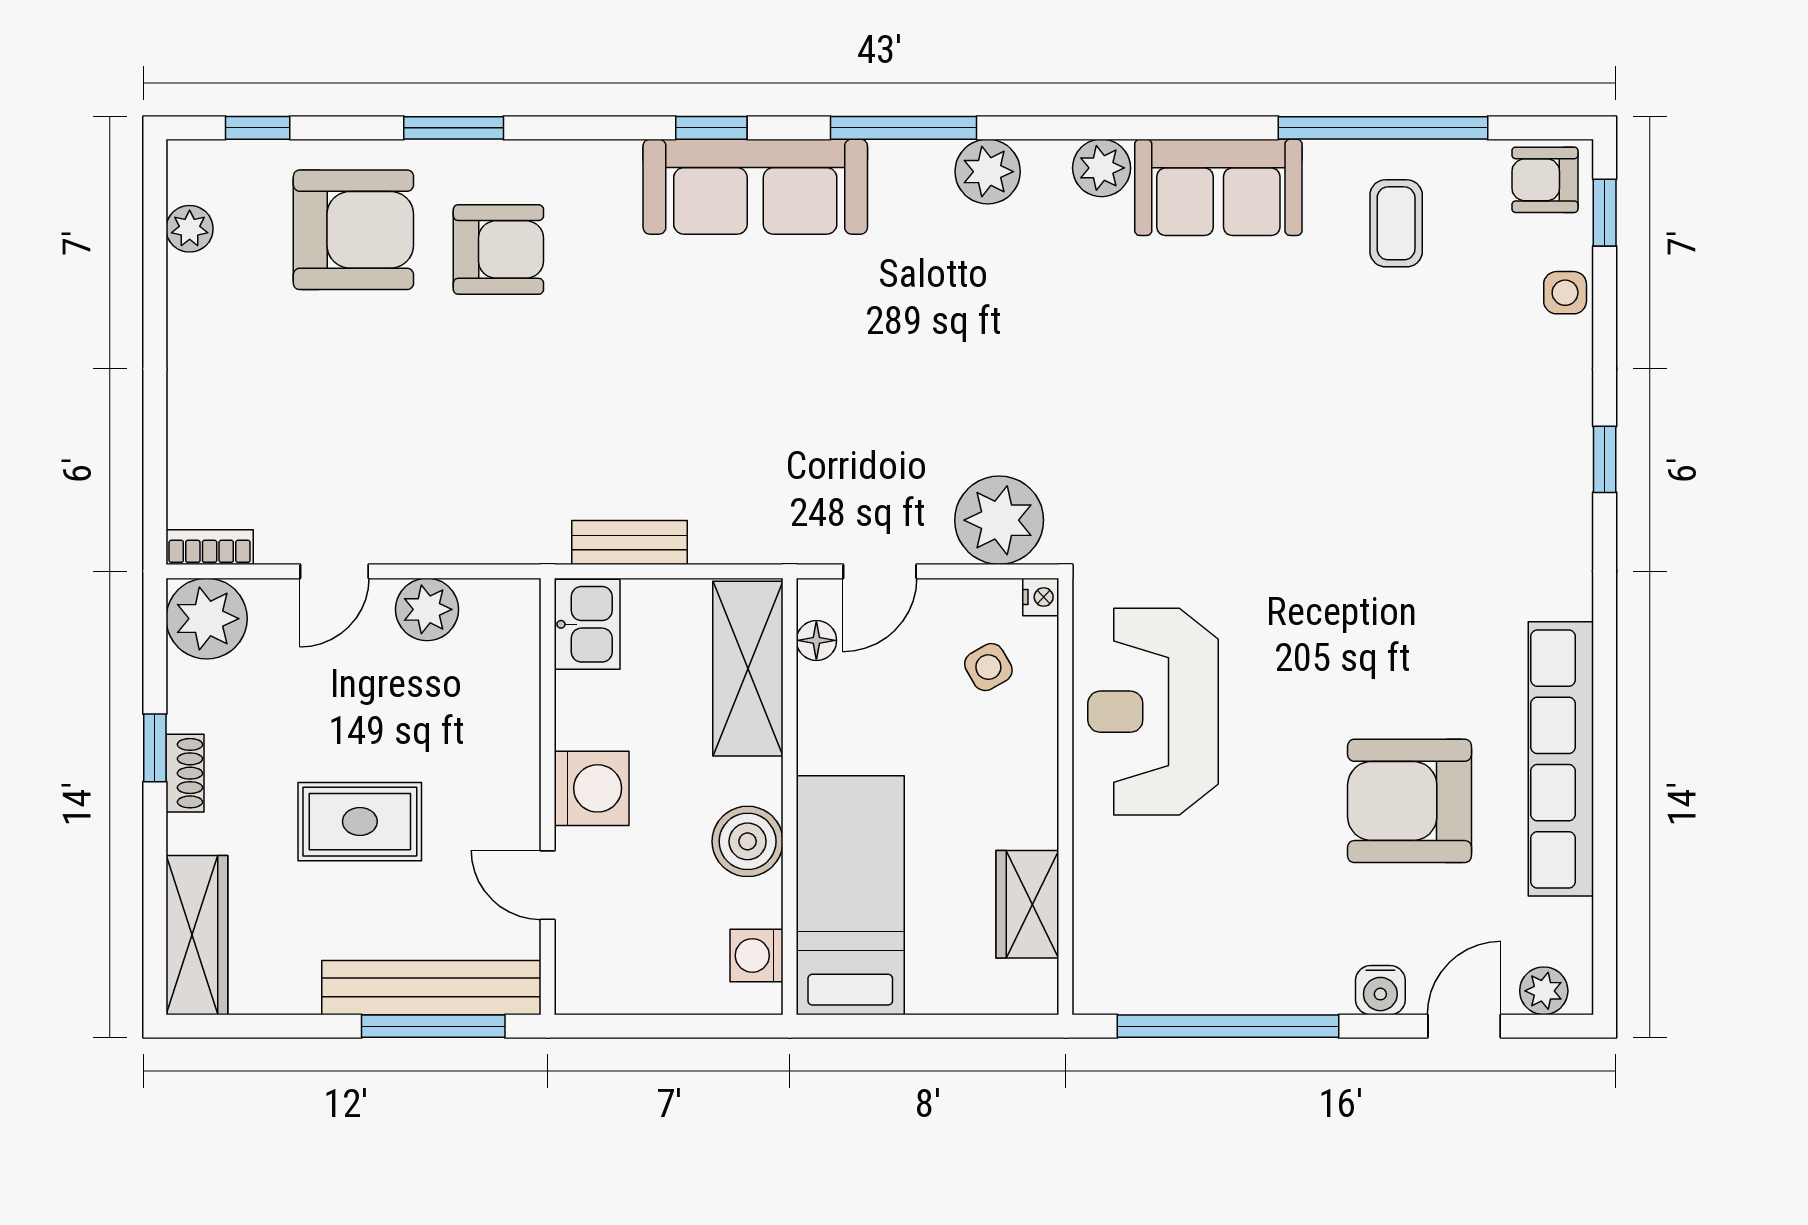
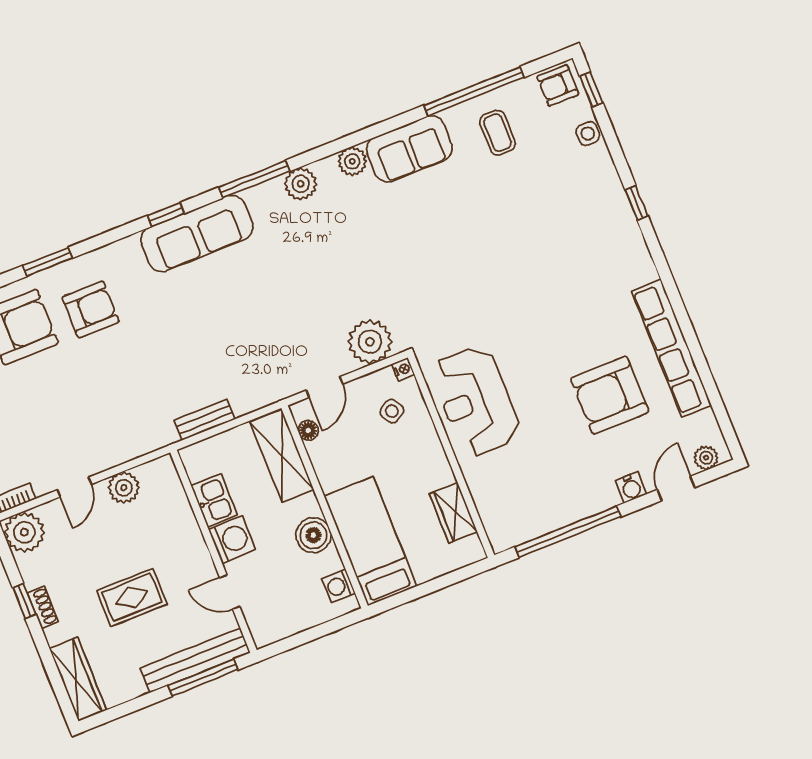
kitchen sink: (587, 624) -> (214, 501), moved

